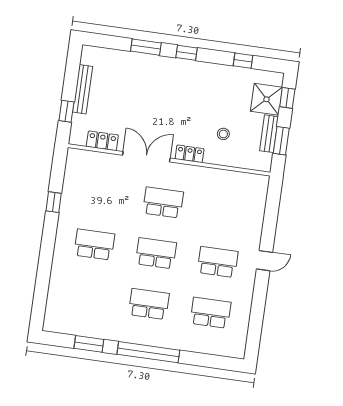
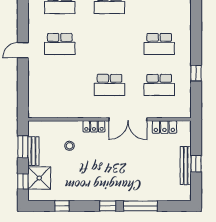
window: (146, 47) -> (140, 206), width x1.44
window: (66, 111) -> (196, 164), moved
school desk: (156, 253) -> (159, 85), moved

